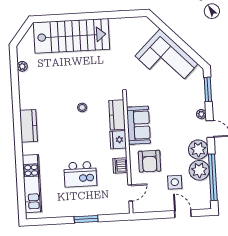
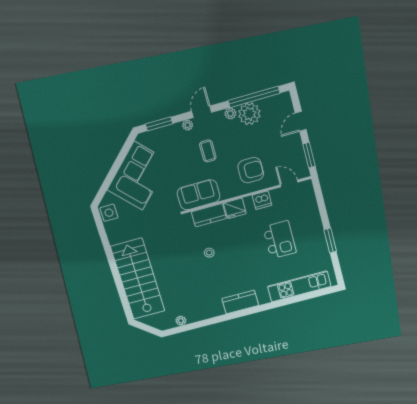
sofa: (139, 125) -> (199, 195), moved
coffee table: (175, 127) -> (208, 151), added
plant: (198, 150) -> (230, 114), width x0.53, depth x0.53
side table: (175, 182) -> (109, 213), moved
window: (152, 215) -> (309, 155), added
window: (86, 219) -> (330, 241), moved

